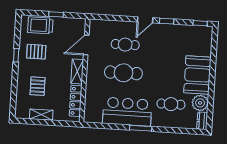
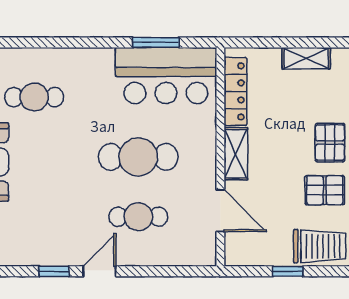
door: (86, 45) -> (220, 211), hinge flipped
pallet: (38, 86) -> (330, 143), moved
bar counter: (127, 112) -> (166, 76), moved
window: (141, 128) -> (156, 42), moved

